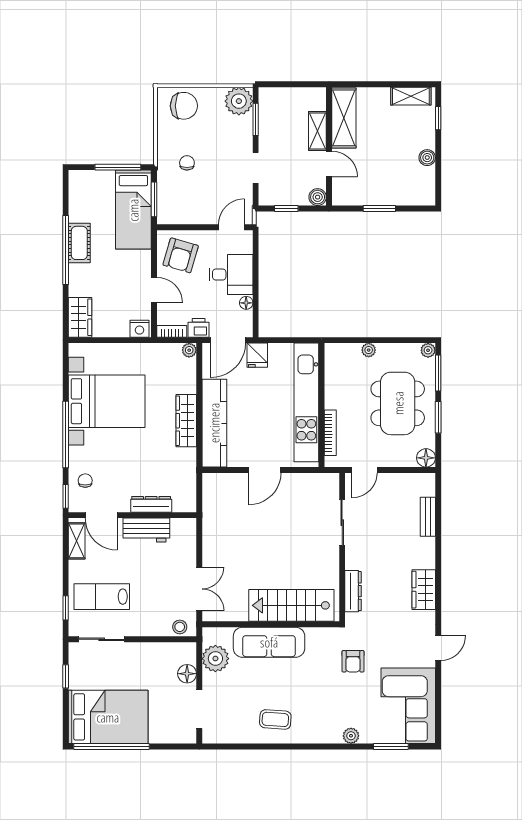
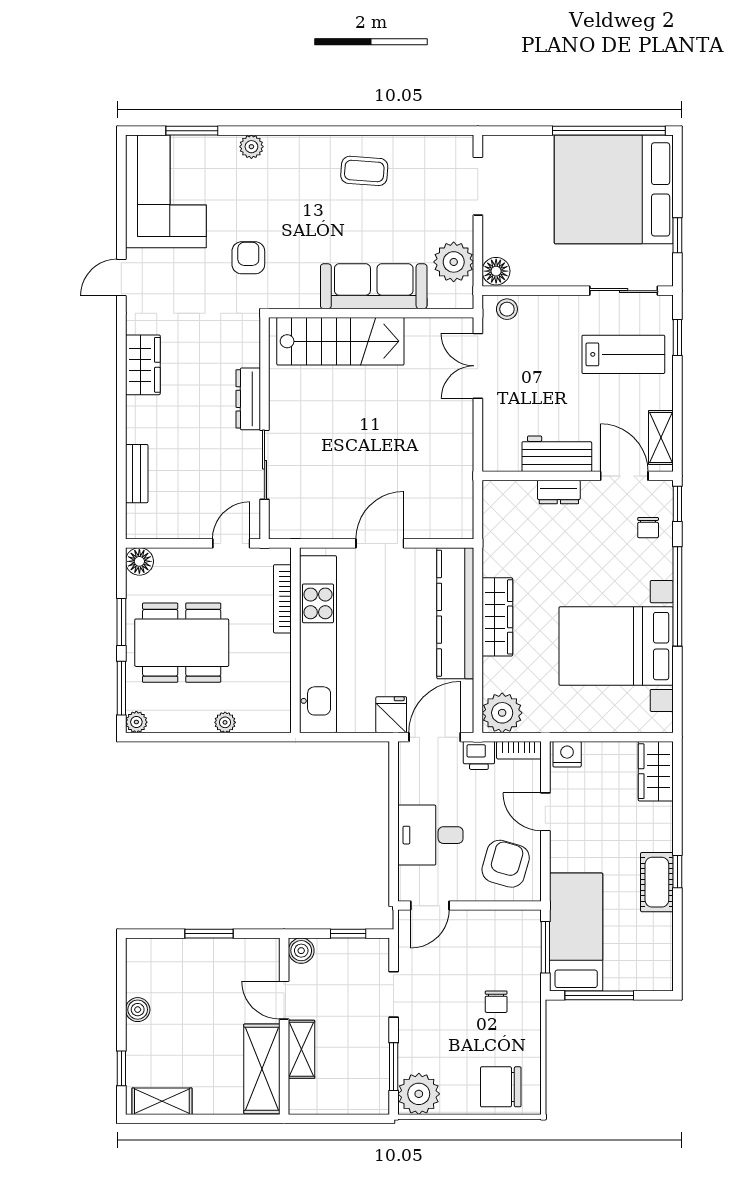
window: (66, 250) -> (677, 872), width x0.32
floor lamp: (246, 303) -> (408, 793), removed
plant: (189, 350) -> (502, 713), width x1.88, depth x1.88
dining table: (398, 403) -> (182, 643), turned 90
dresser: (151, 504) -> (559, 492), width x0.70
dresser: (353, 591) -> (248, 399), moved
floor lamp: (187, 674) -> (496, 271), moved
bed: (108, 717) -> (614, 189), width x1.36

